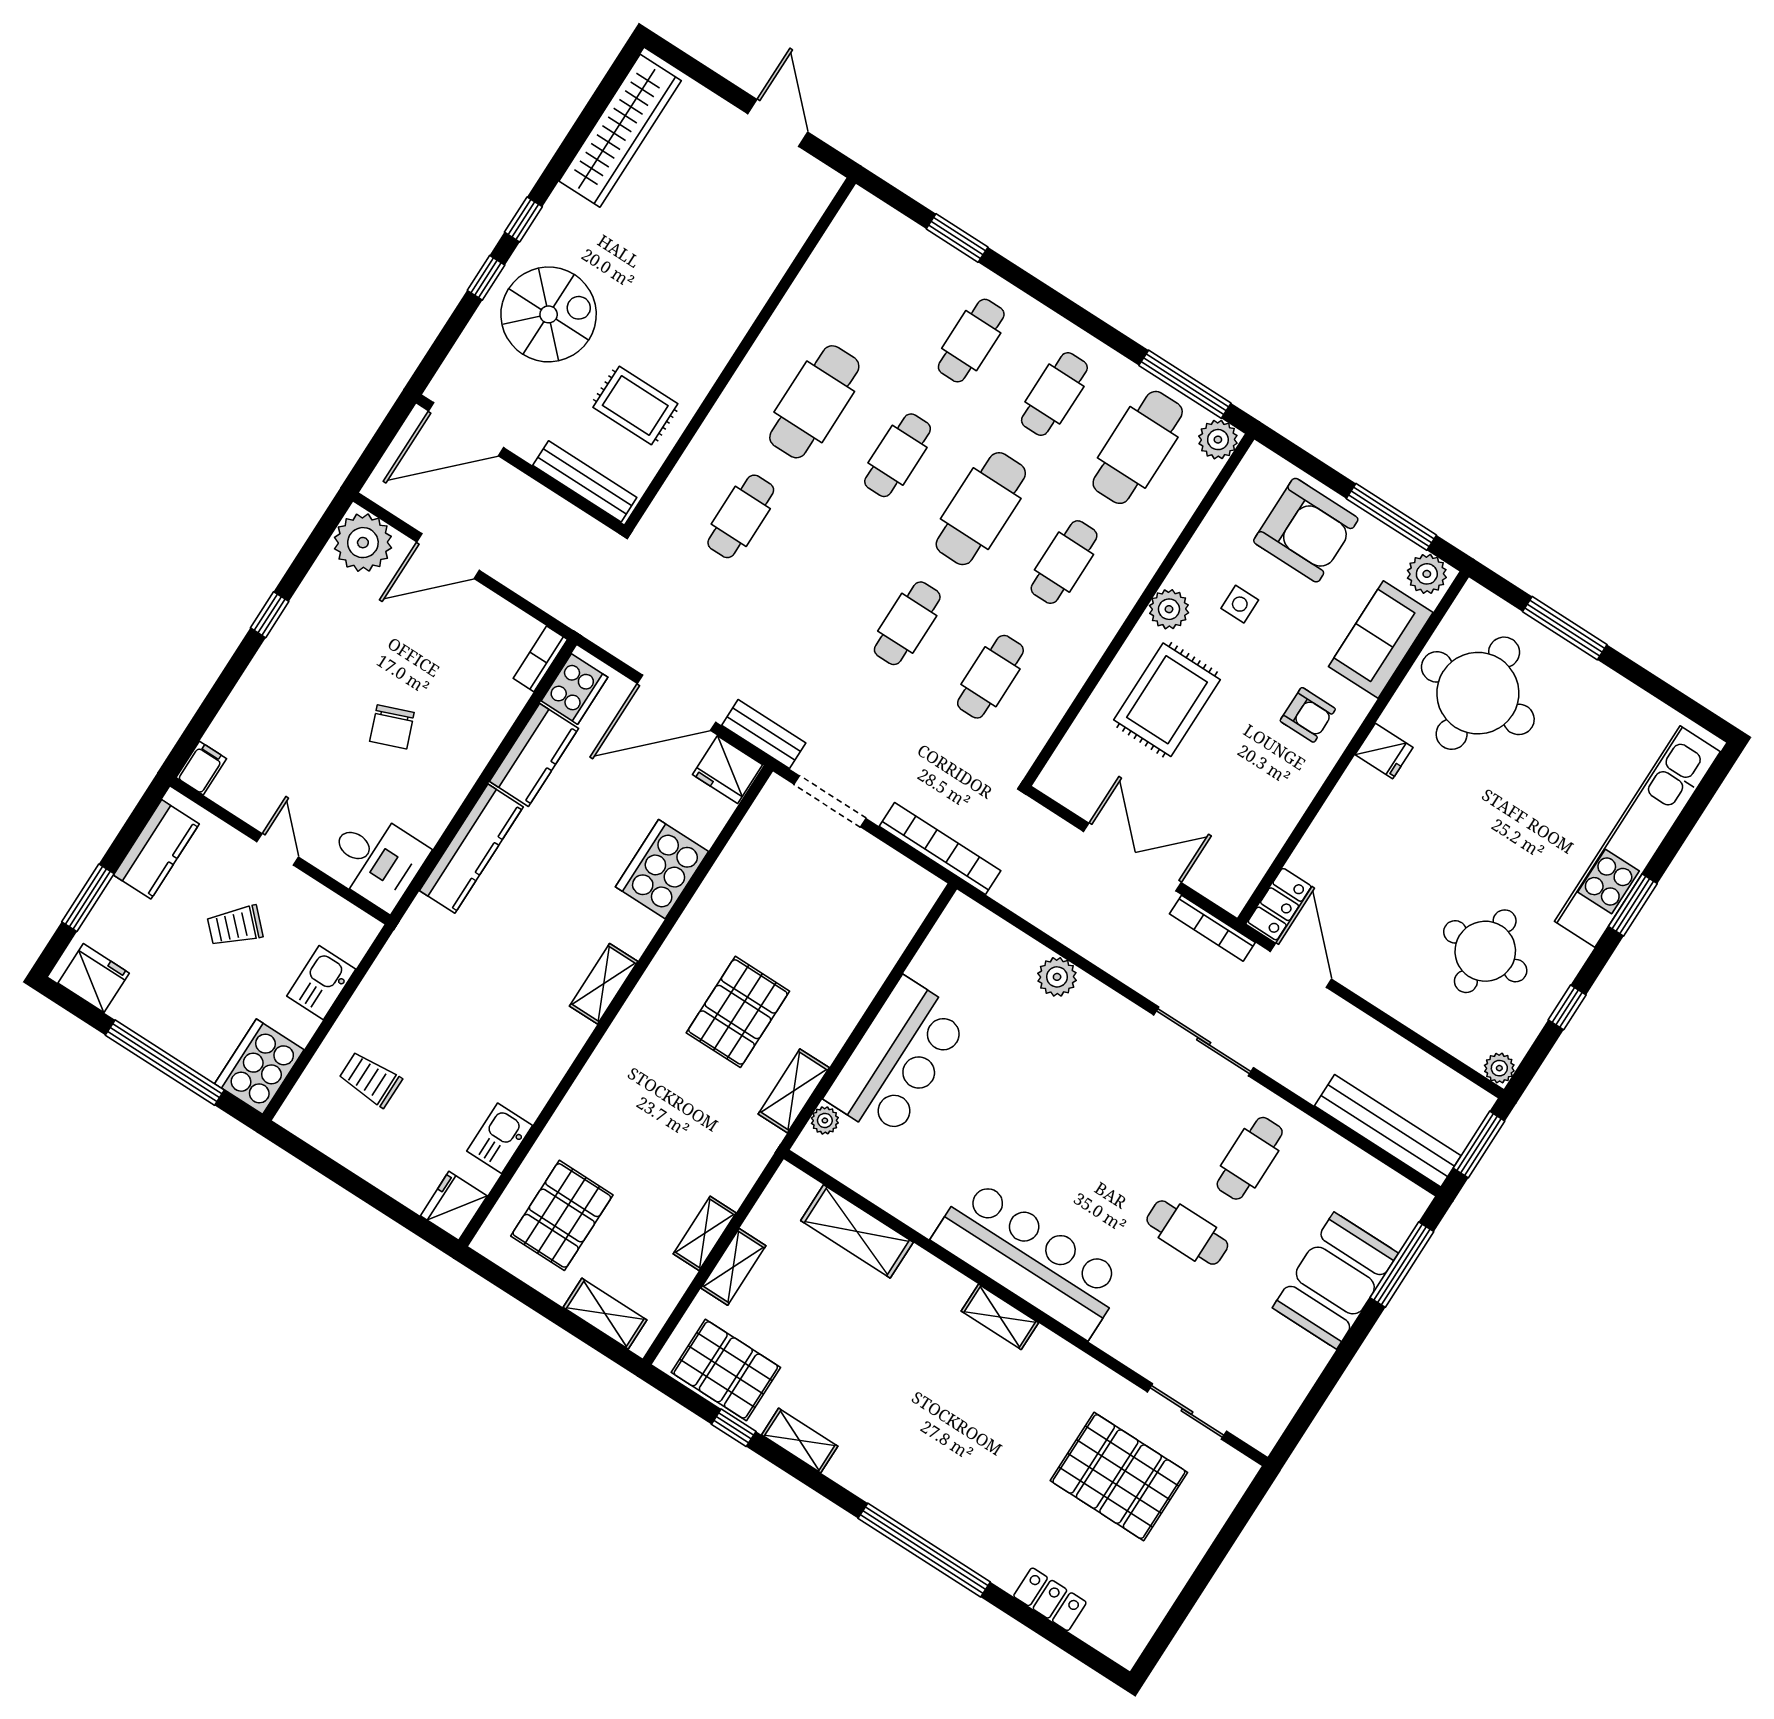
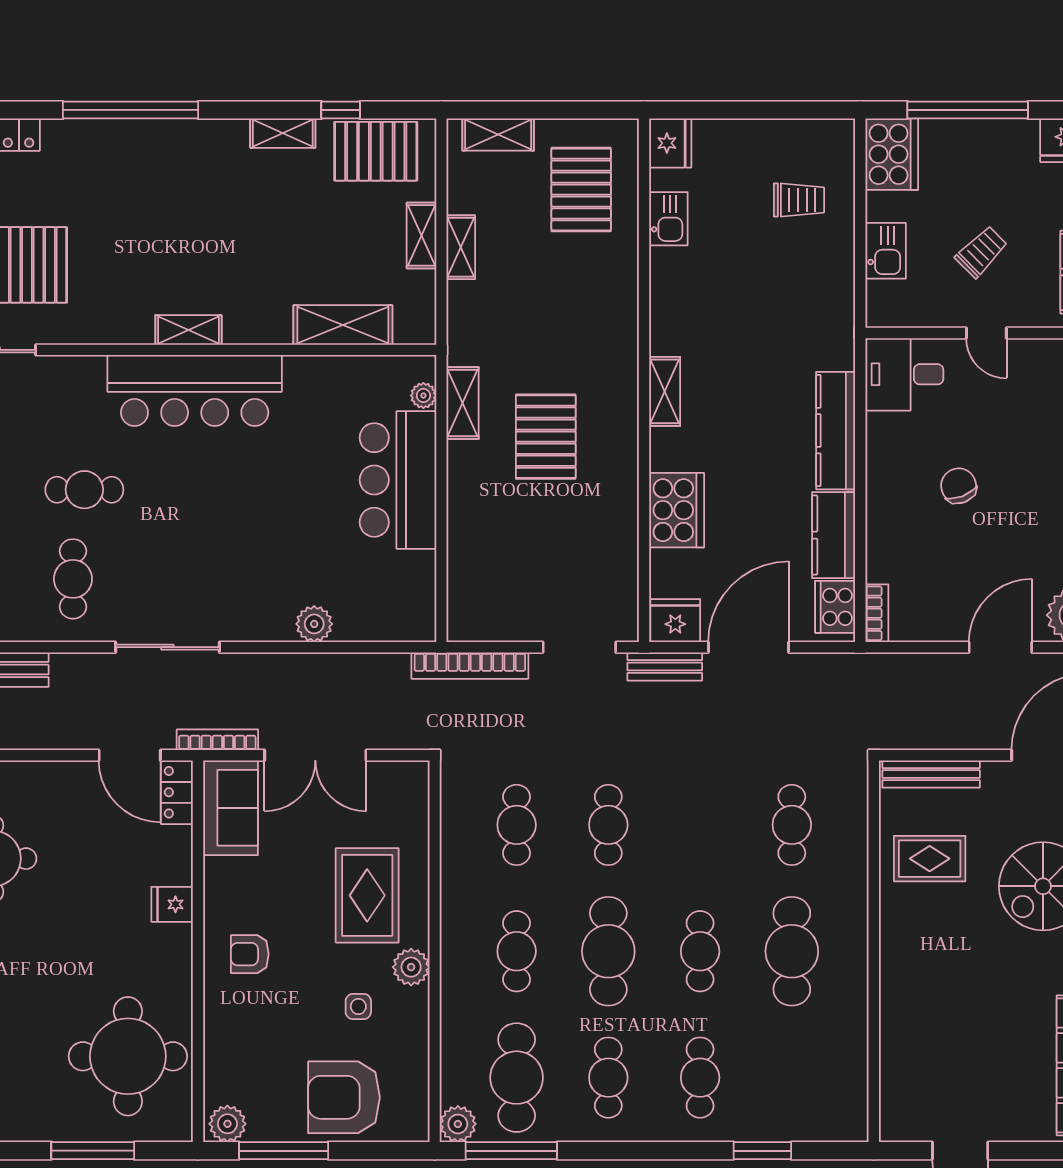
sofa: (1381, 640) -> (231, 808), moved
fridge: (1384, 751) -> (172, 904), moved

